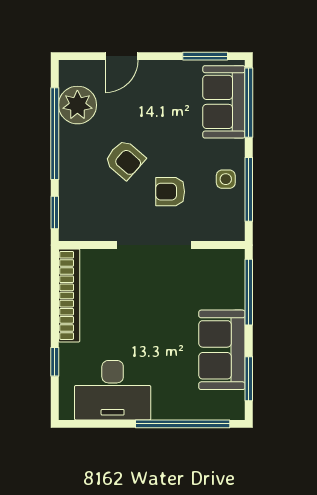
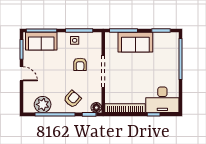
door: (121, 56) -> (21, 74), moved
armchair: (125, 160) -> (72, 99), moved
floor lamp: (70, 229) -> (96, 108), added
sofa: (222, 350) -> (135, 42), moved
desk: (113, 390) -> (162, 100), moved, turned 90

